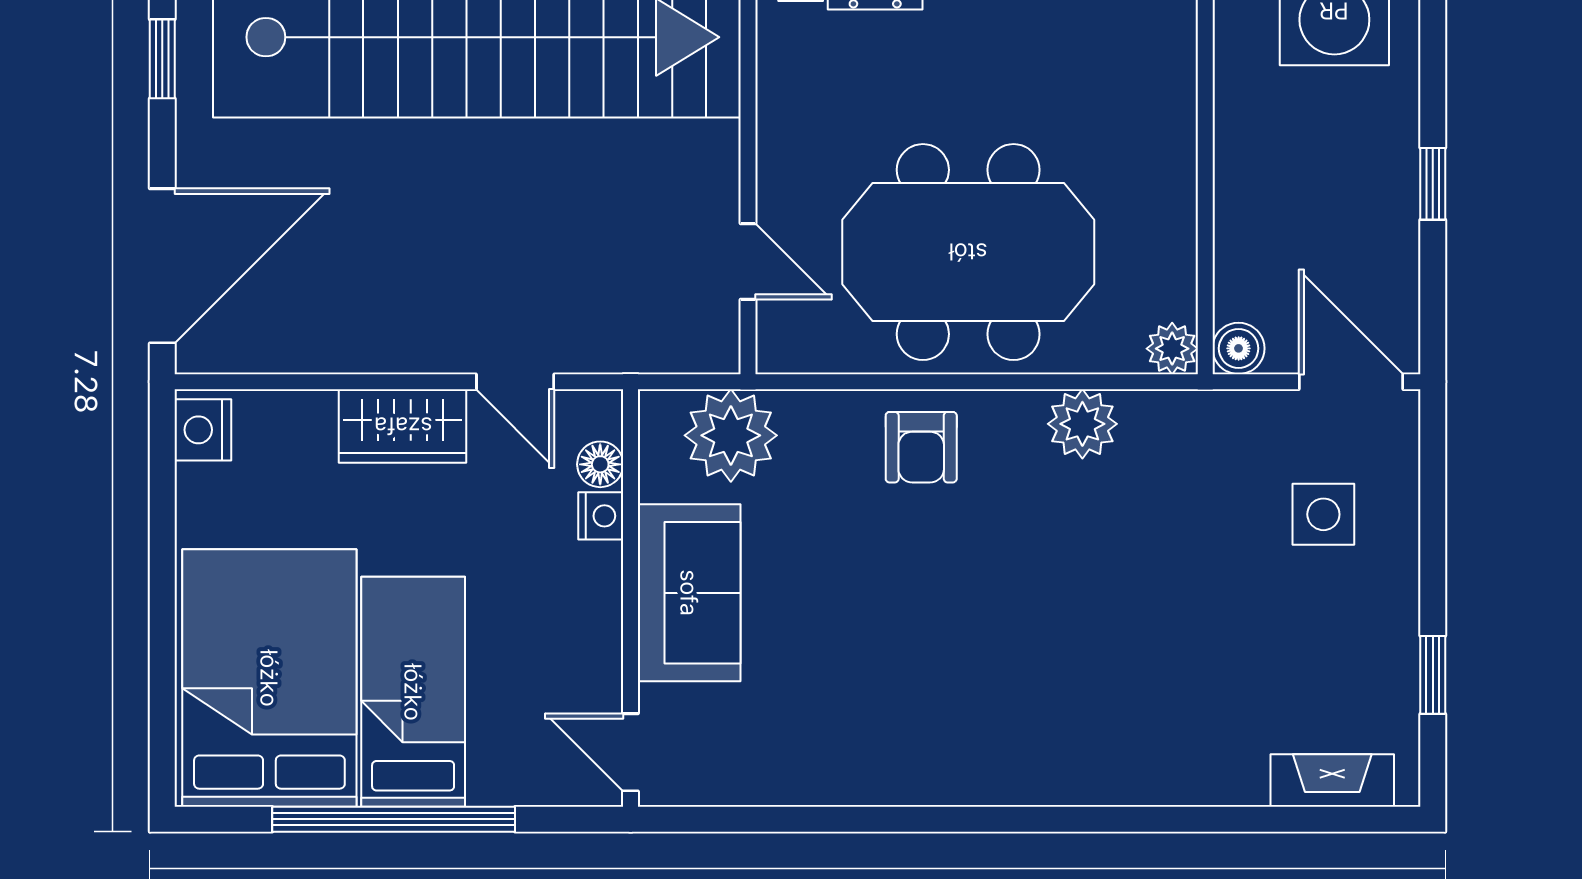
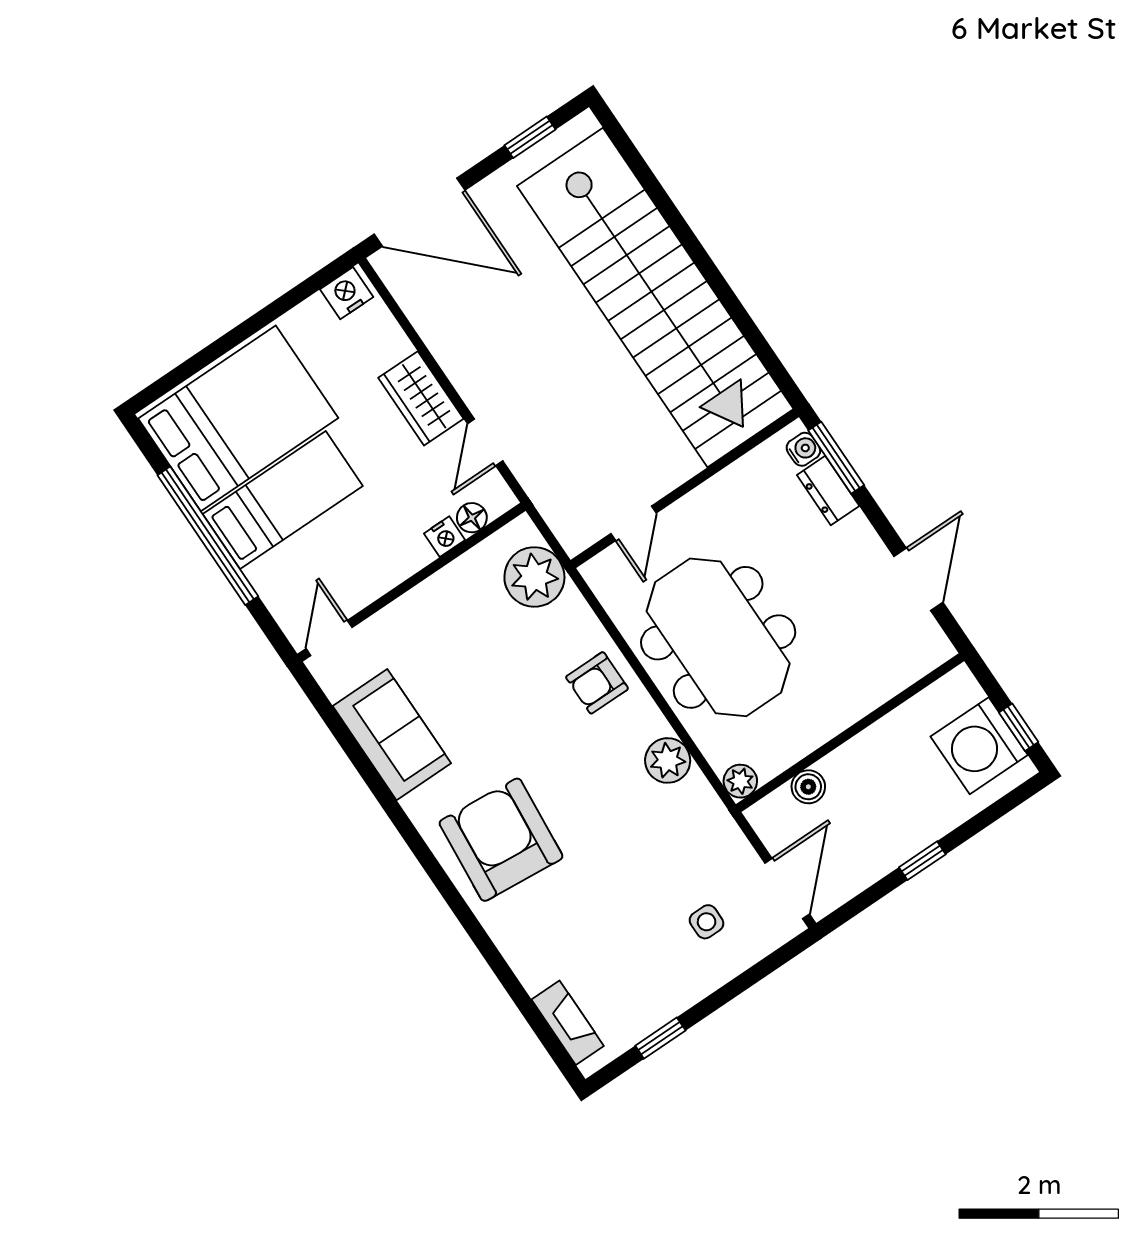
boiler: (1239, 348) -> (808, 787), moved
side table: (1323, 514) -> (707, 922), width x0.73, depth x0.73
sofa: (689, 593) -> (392, 735), moved, turned -90
armchair: (1039, 707) -> (501, 840), added

